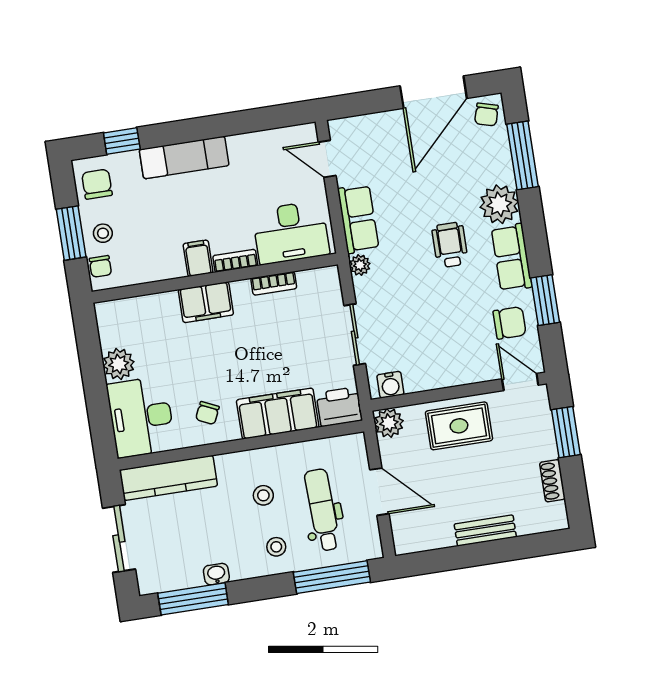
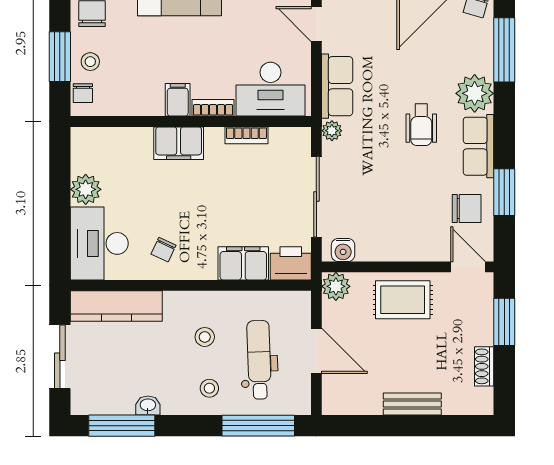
wheelchair: (450, 245) -> (421, 125), turned 180
sliding door: (355, 335) -> (316, 197), width x1.37
filing cabinet: (278, 414) -> (243, 263), width x0.67, depth x0.86

